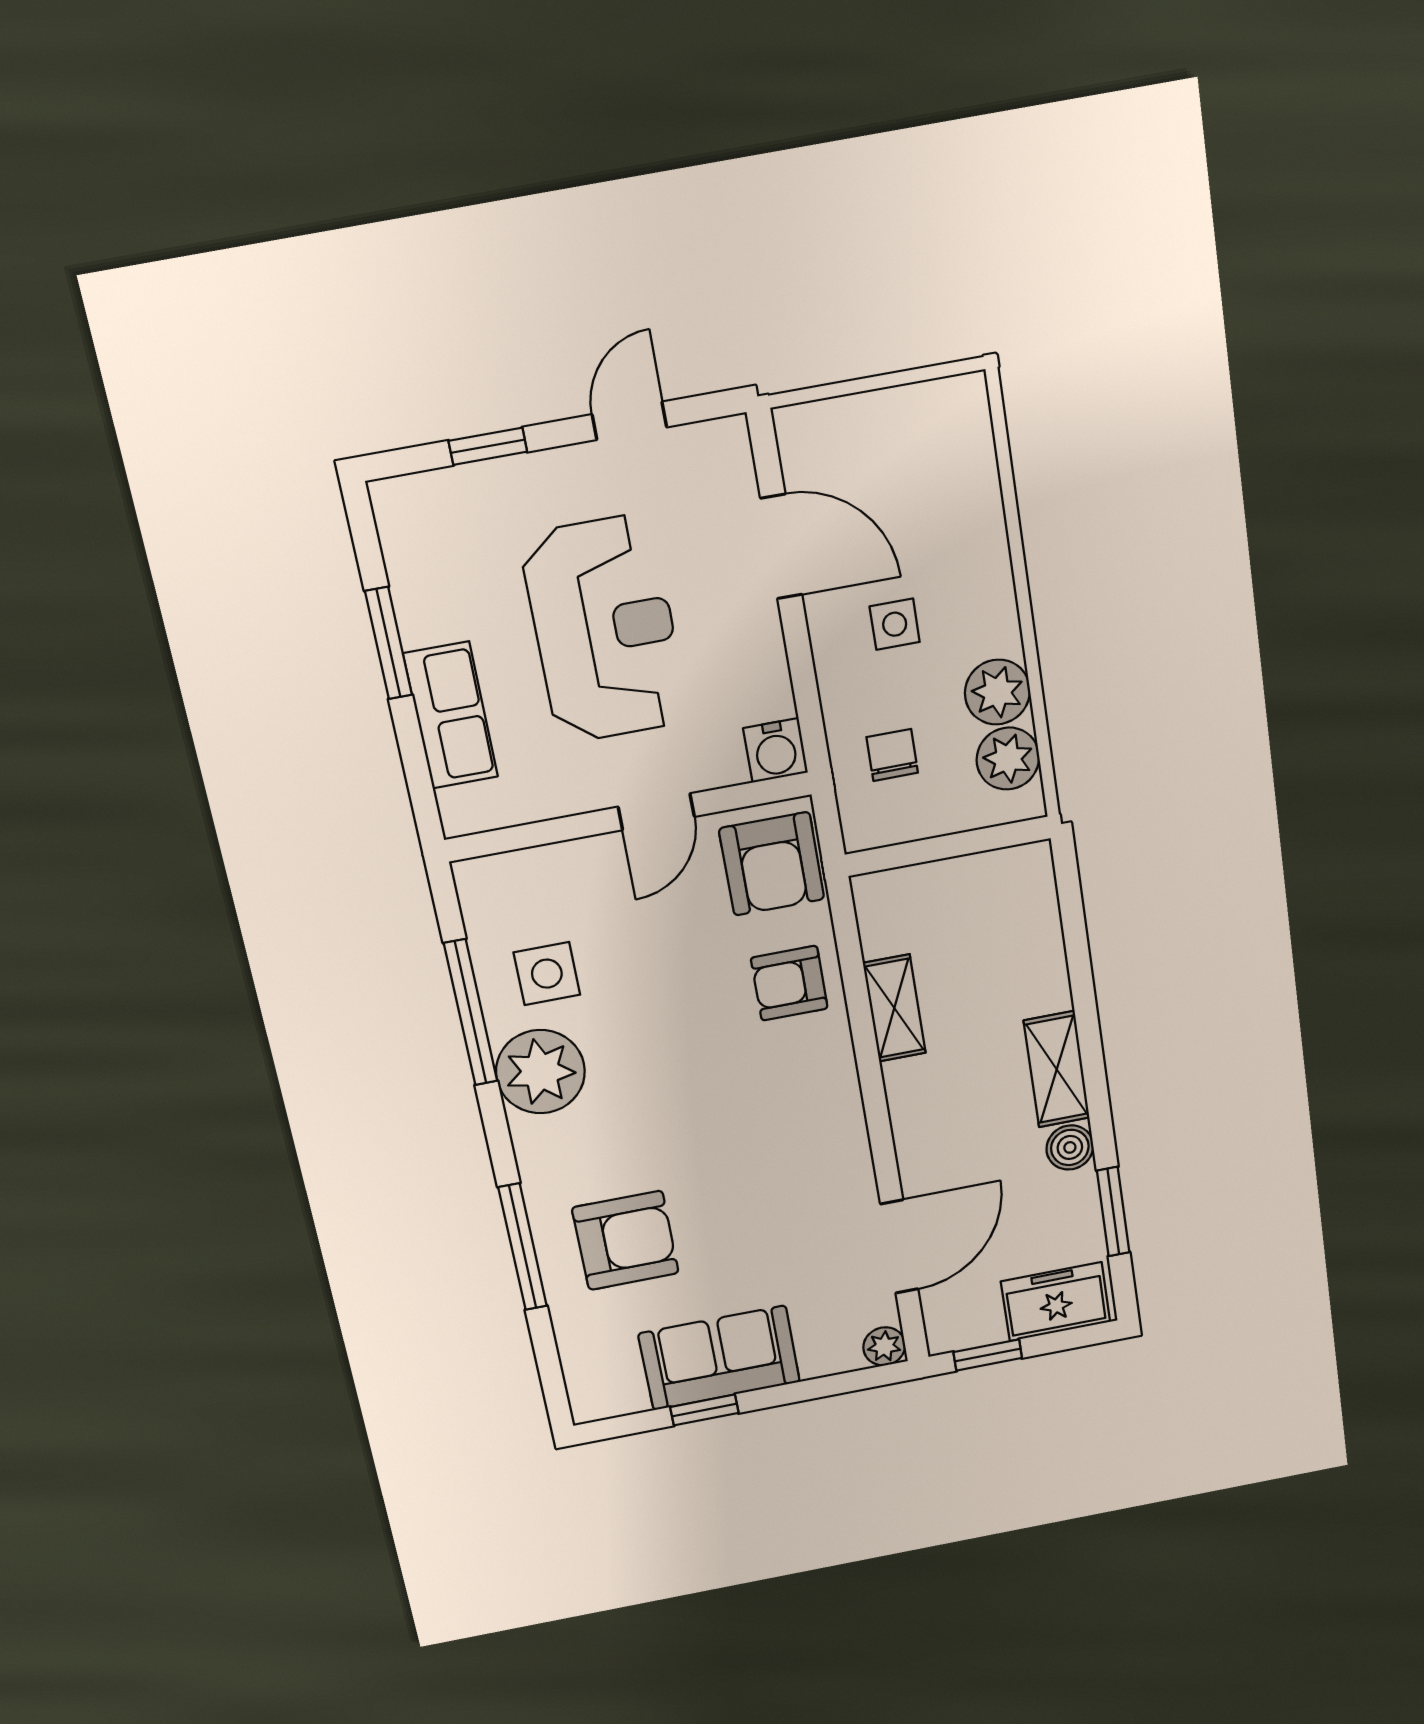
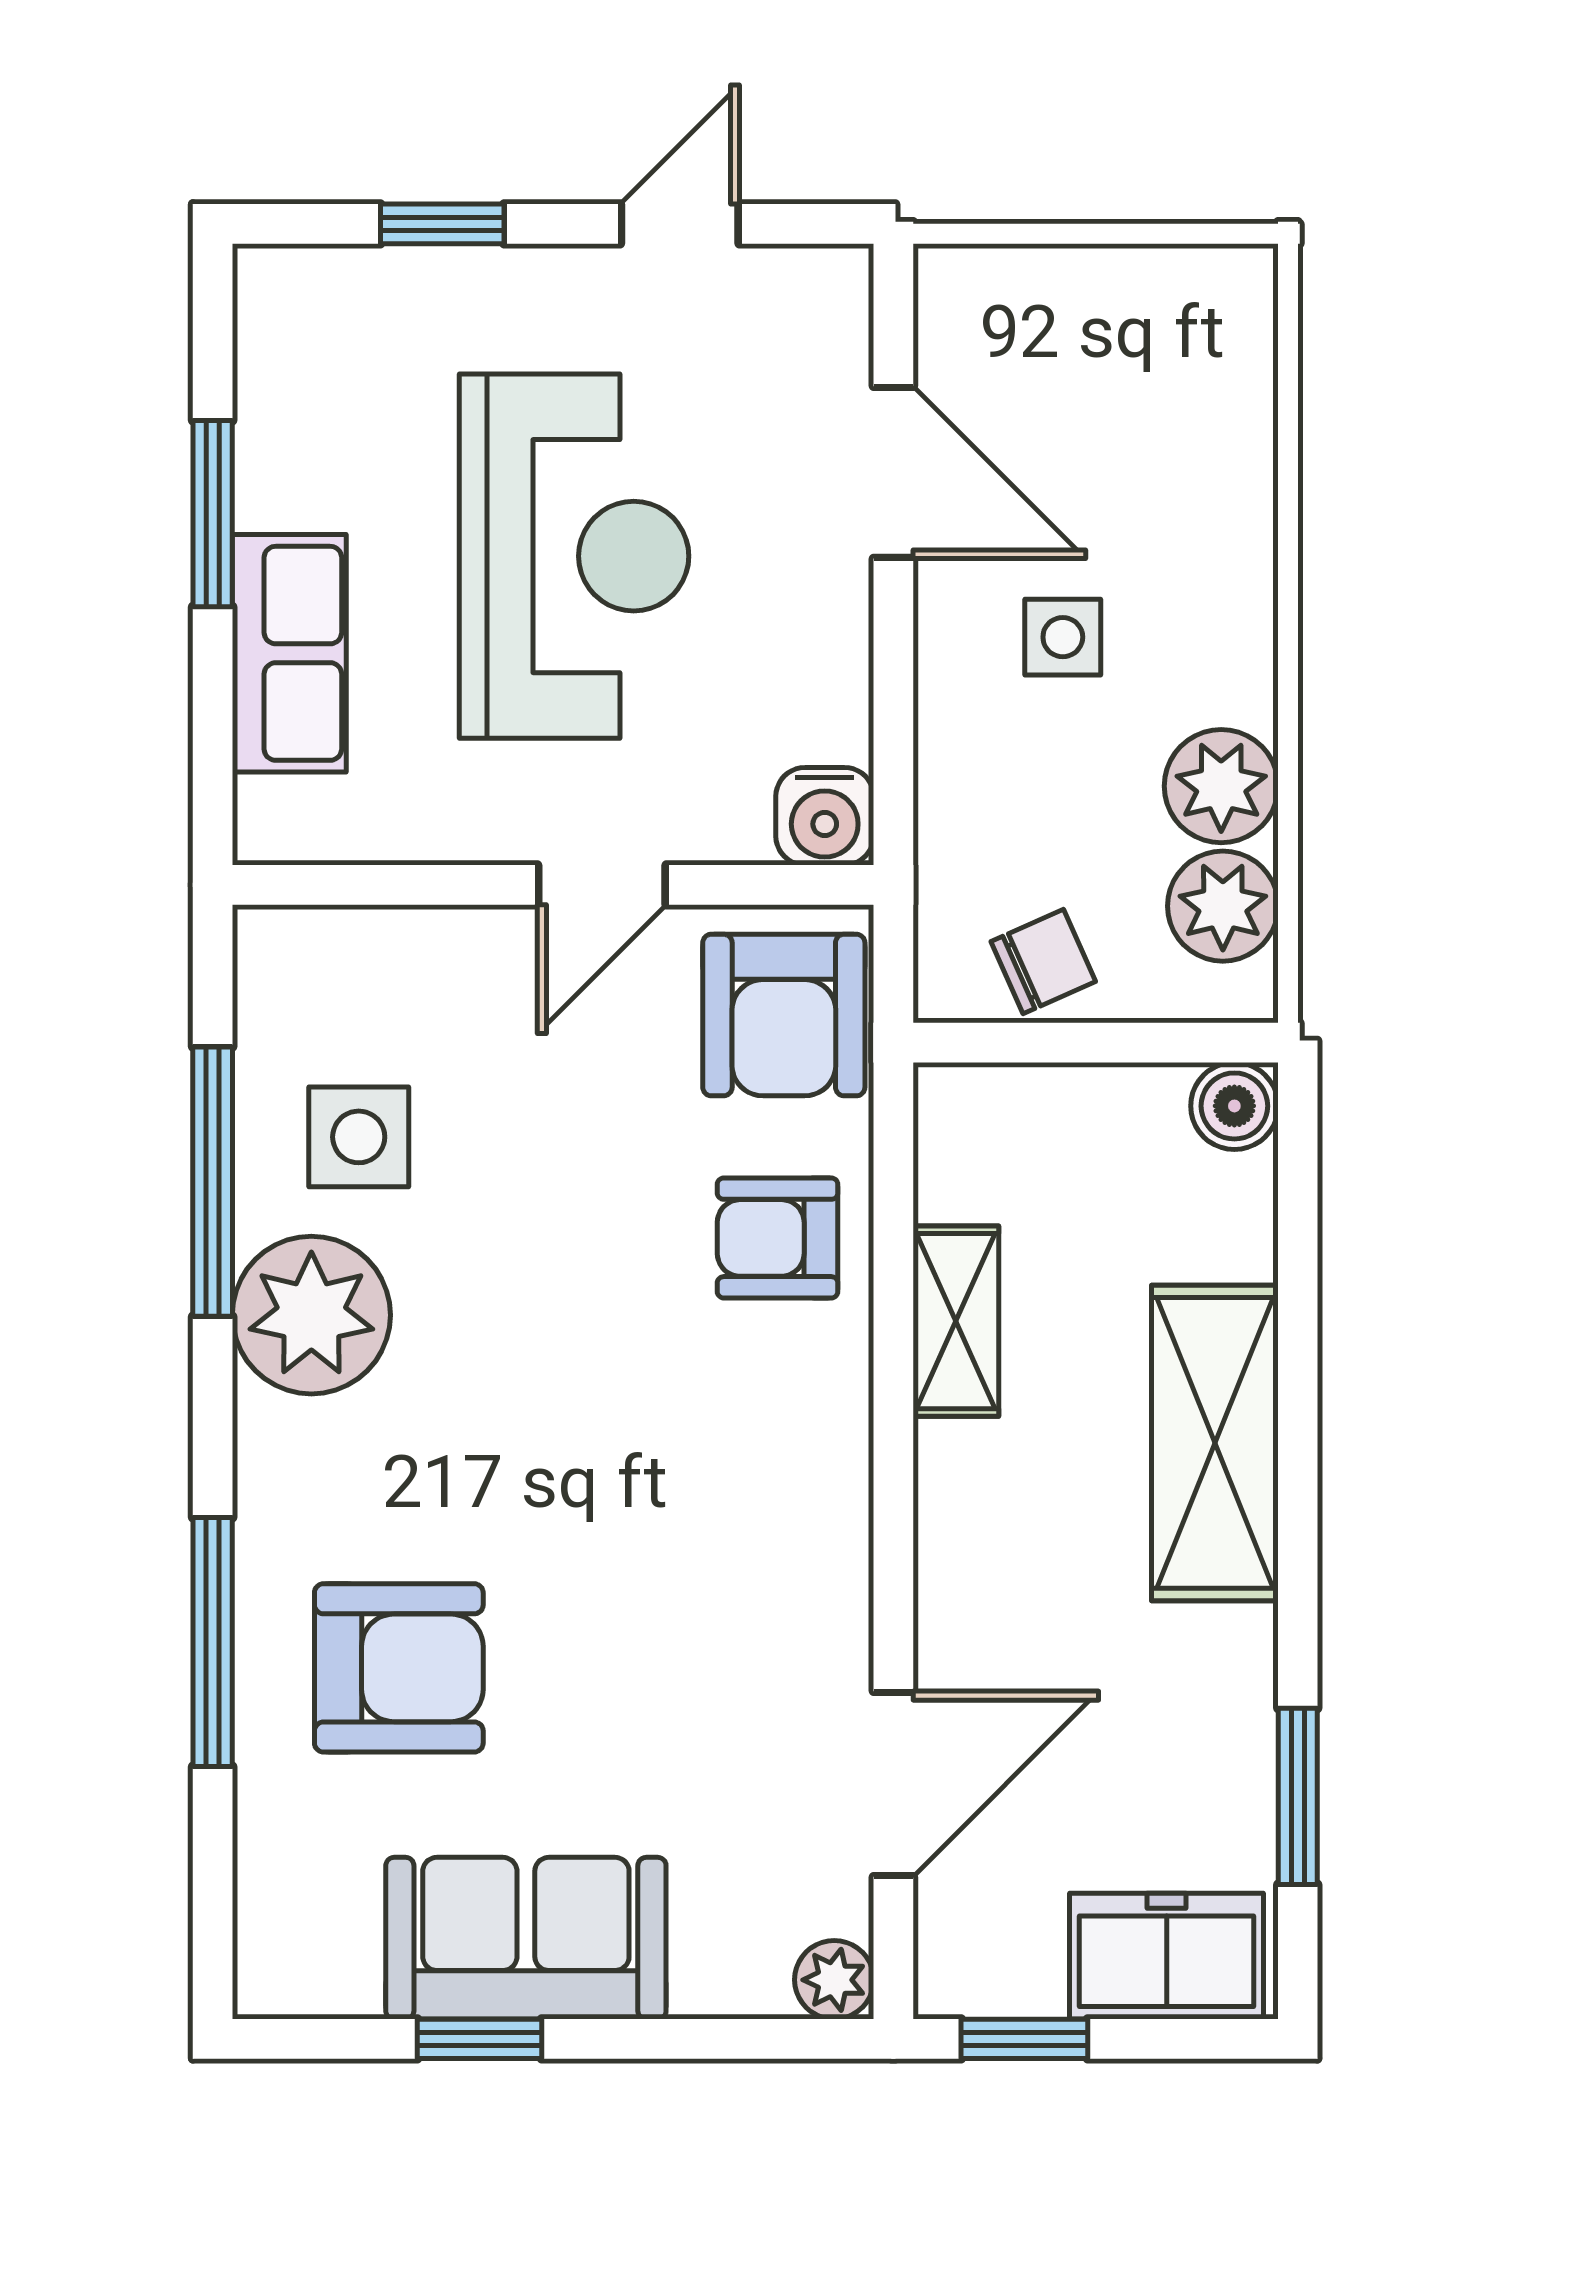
chair: (892, 755) -> (1043, 961), moved, turned 66
shelving: (1057, 1069) -> (1215, 1443), width x1.50, depth x1.33
boiler: (1070, 1147) -> (1234, 1106), moved

